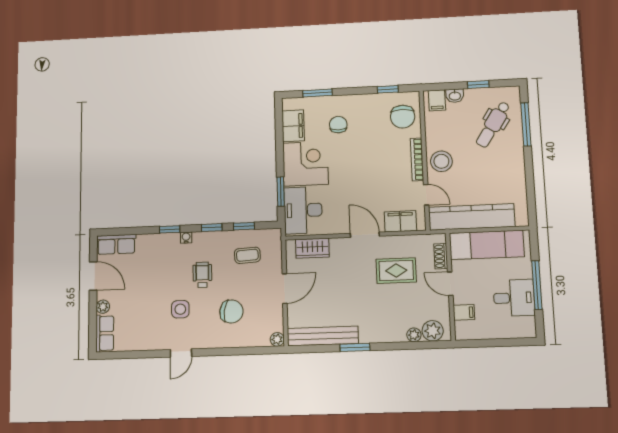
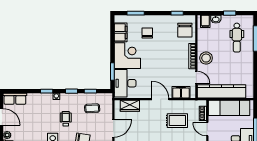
dental chair: (493, 124) -> (237, 38), turned -33

